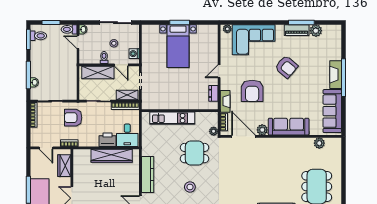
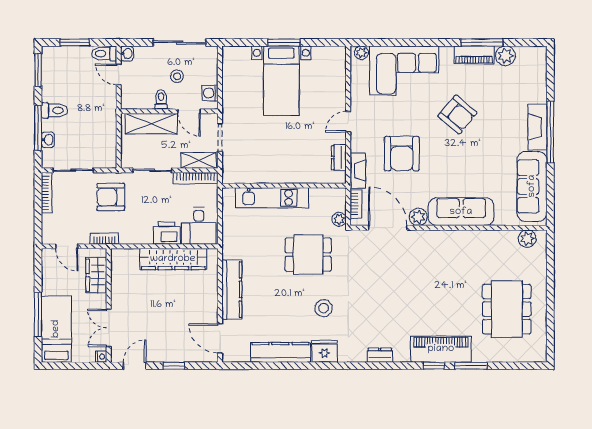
toilet: (38, 36) -> (54, 110), moved
plant: (319, 143) -> (527, 239), moved
stool: (190, 187) -> (324, 308), moved

